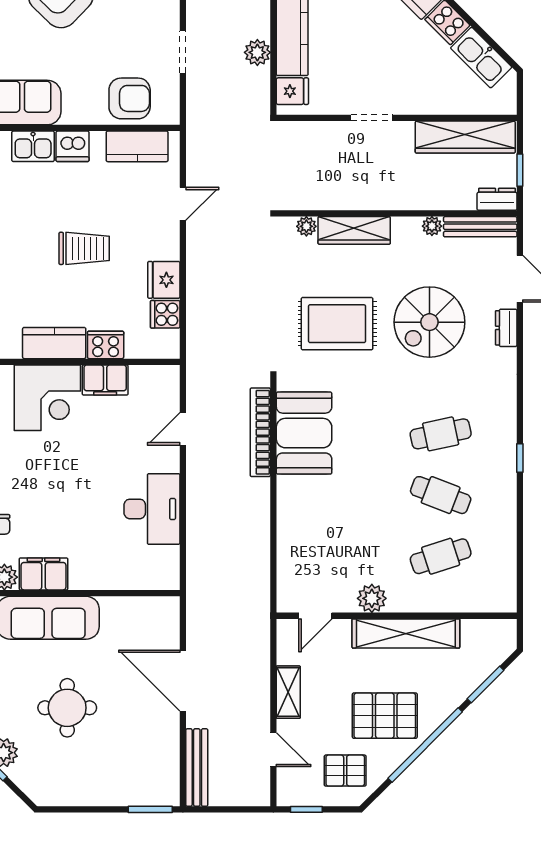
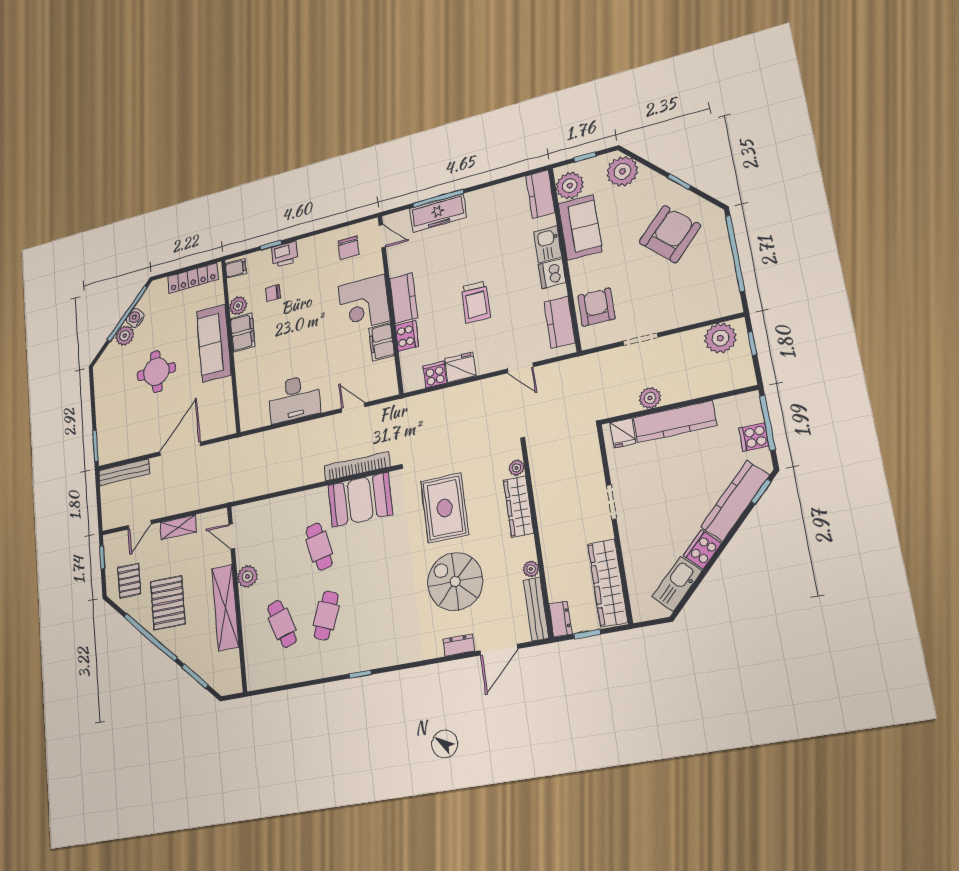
armchair: (130, 98) -> (596, 307), turned 180
cafe table: (441, 434) -> (319, 547), moved

